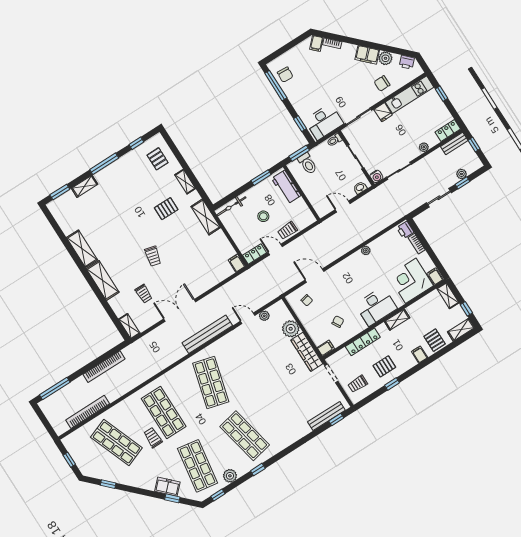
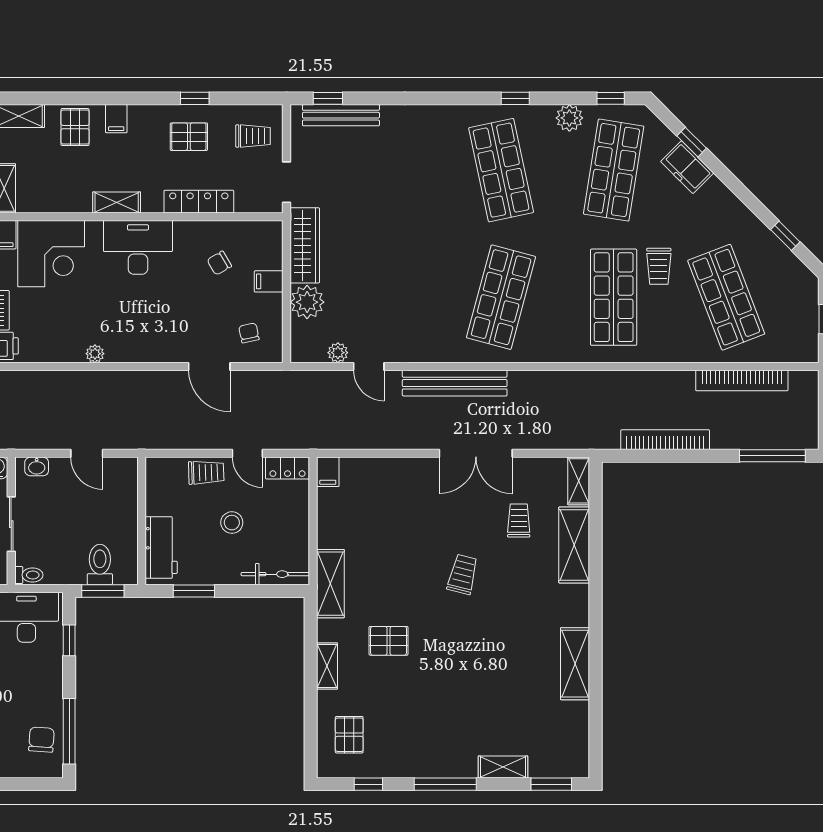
shelving: (103, 280) -> (574, 545), moved
filing cabinet: (326, 348) -> (269, 281), moved

